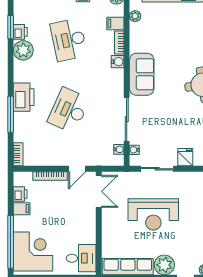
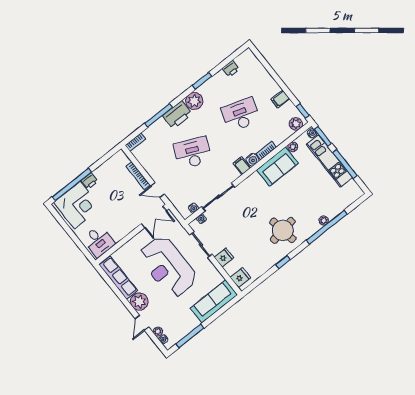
filing cabinet: (115, 23) -> (242, 166), moved
window: (11, 27) -> (202, 81), moved
printer: (20, 32) -> (231, 69), moved
desk: (69, 40) -> (241, 115), turned 30
plant: (23, 50) -> (194, 101), moved
sofa: (142, 74) -> (277, 167), moved
printer: (20, 194) -> (90, 181), moved
filing cabinet: (22, 209) -> (100, 174), removed
reception desk: (153, 214) -> (168, 267), width x1.36, depth x1.30

